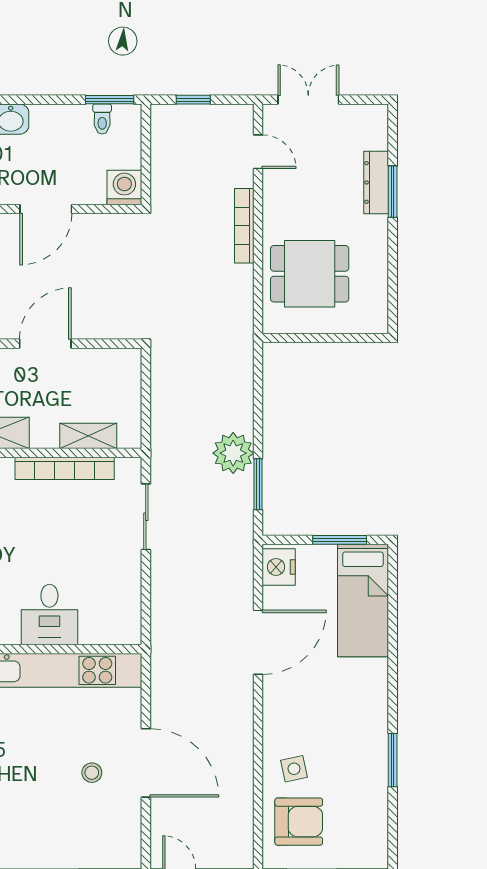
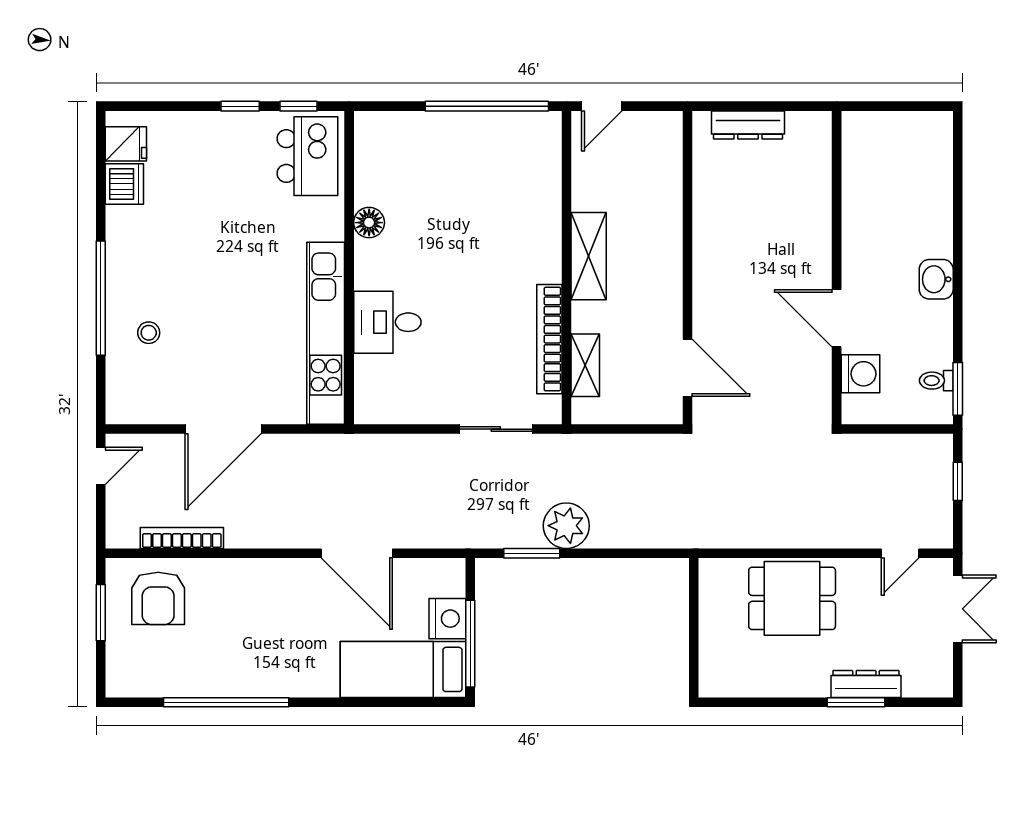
washing machine: (124, 188) -> (860, 374), moved
bookcase: (244, 226) -> (182, 538), moved
dining table: (310, 274) -> (792, 598), moved, turned 90
door: (45, 344) -> (688, 368), moved
window: (340, 540) -> (470, 644), width x1.44
nightstand: (279, 567) -> (447, 619), moved, turned 90
window: (393, 760) -> (226, 702), width x2.11
side table: (294, 769) -> (217, 593), removed
stool: (92, 773) -> (149, 333), moved

